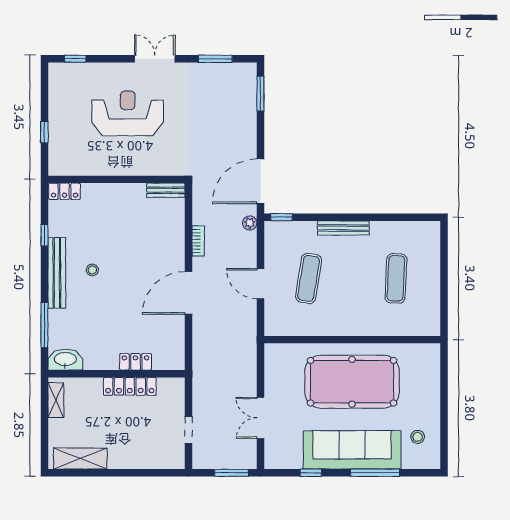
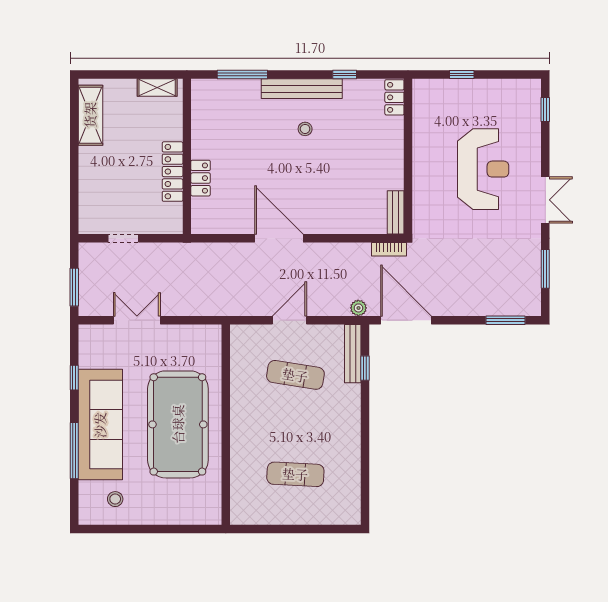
window: (282, 217) -> (365, 368), moved
bench: (343, 228) -> (353, 354), moved
bookcase: (198, 241) -> (389, 249), moved
washbasin: (65, 360) -> (203, 98), removed

